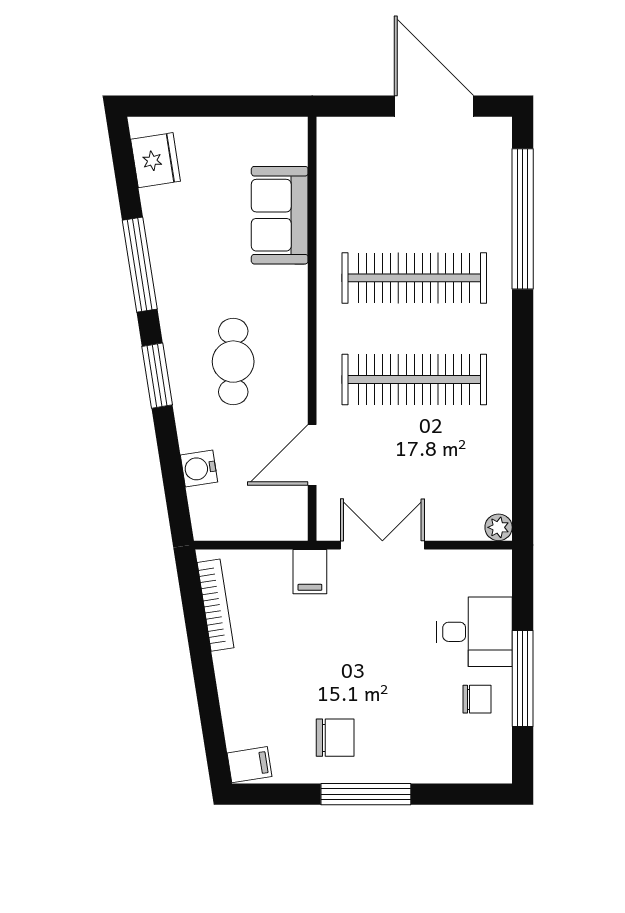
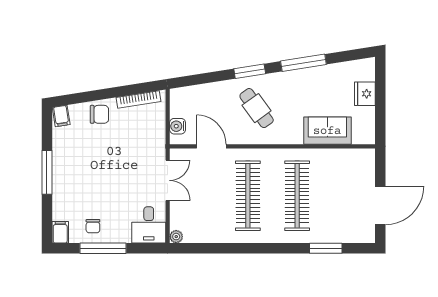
fridge: (156, 160) -> (365, 94), moved, turned 99
window: (523, 219) -> (326, 248), width x0.47
cafe table: (233, 362) -> (257, 108), turned 54
water cooler: (199, 468) -> (178, 126), moved, turned -81
filing cabinet: (310, 572) -> (60, 232), moved, turned 90
desk: (474, 632) -> (149, 225), moved
chair: (335, 738) -> (99, 114), moved, turned -90

